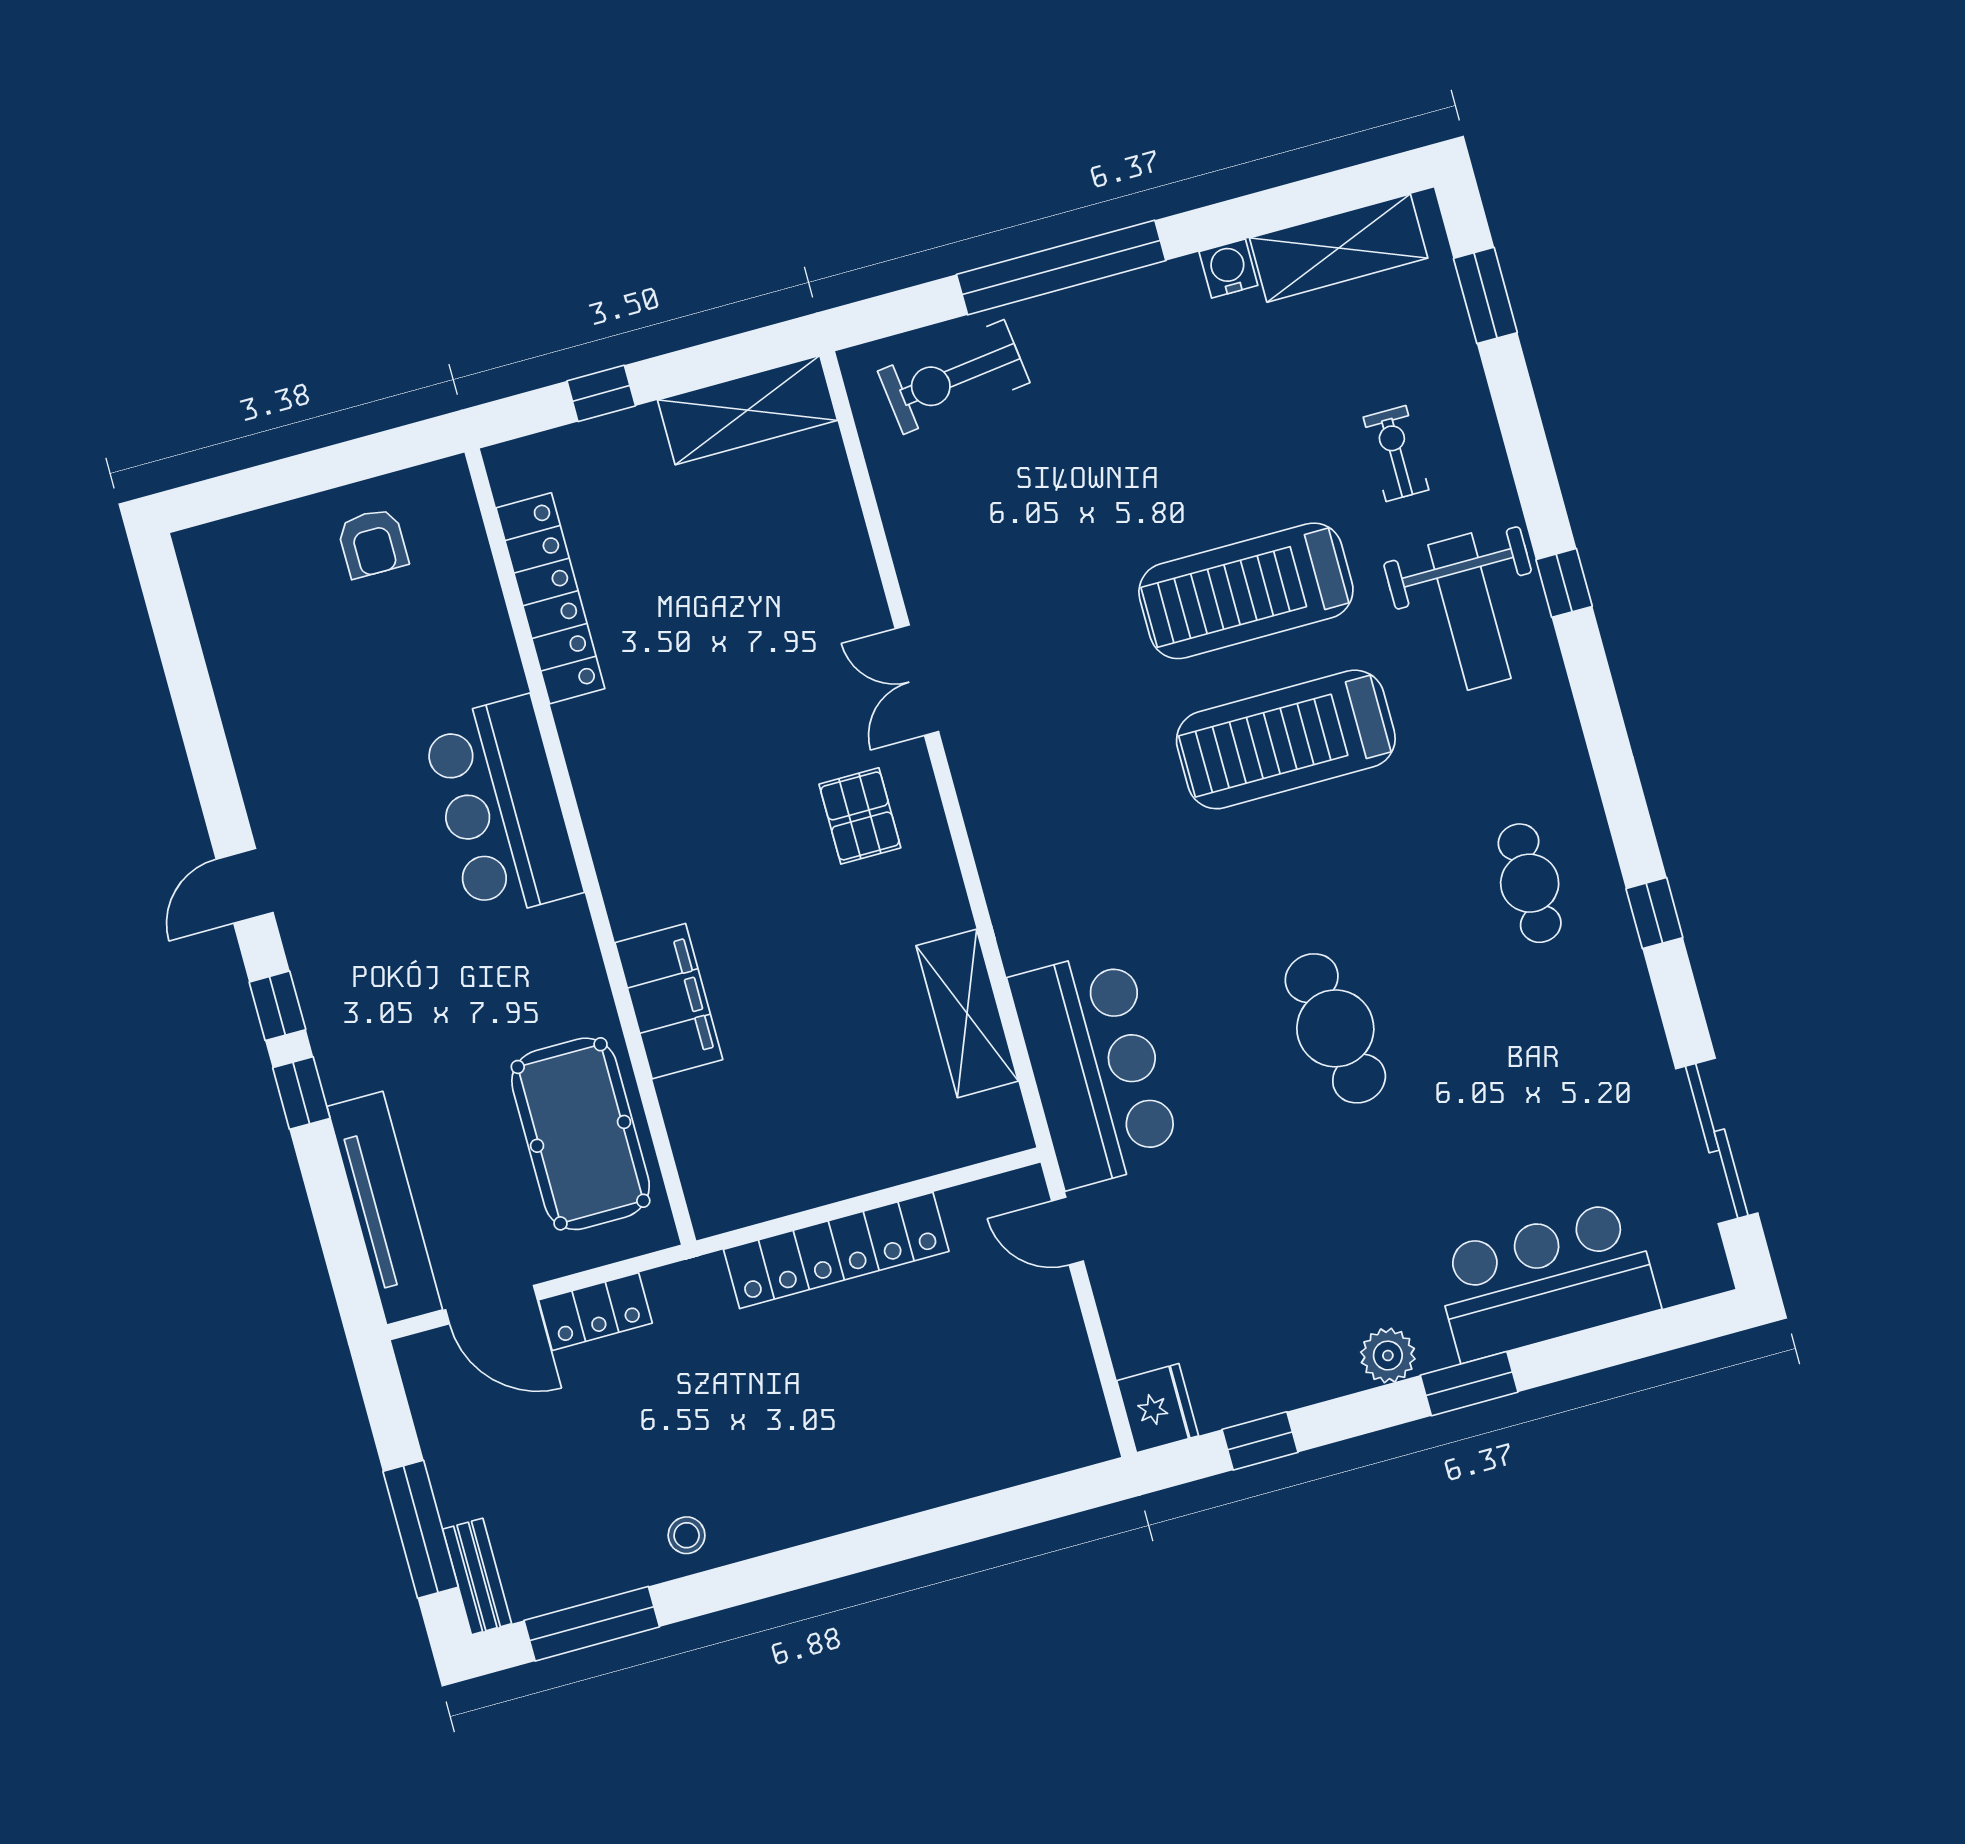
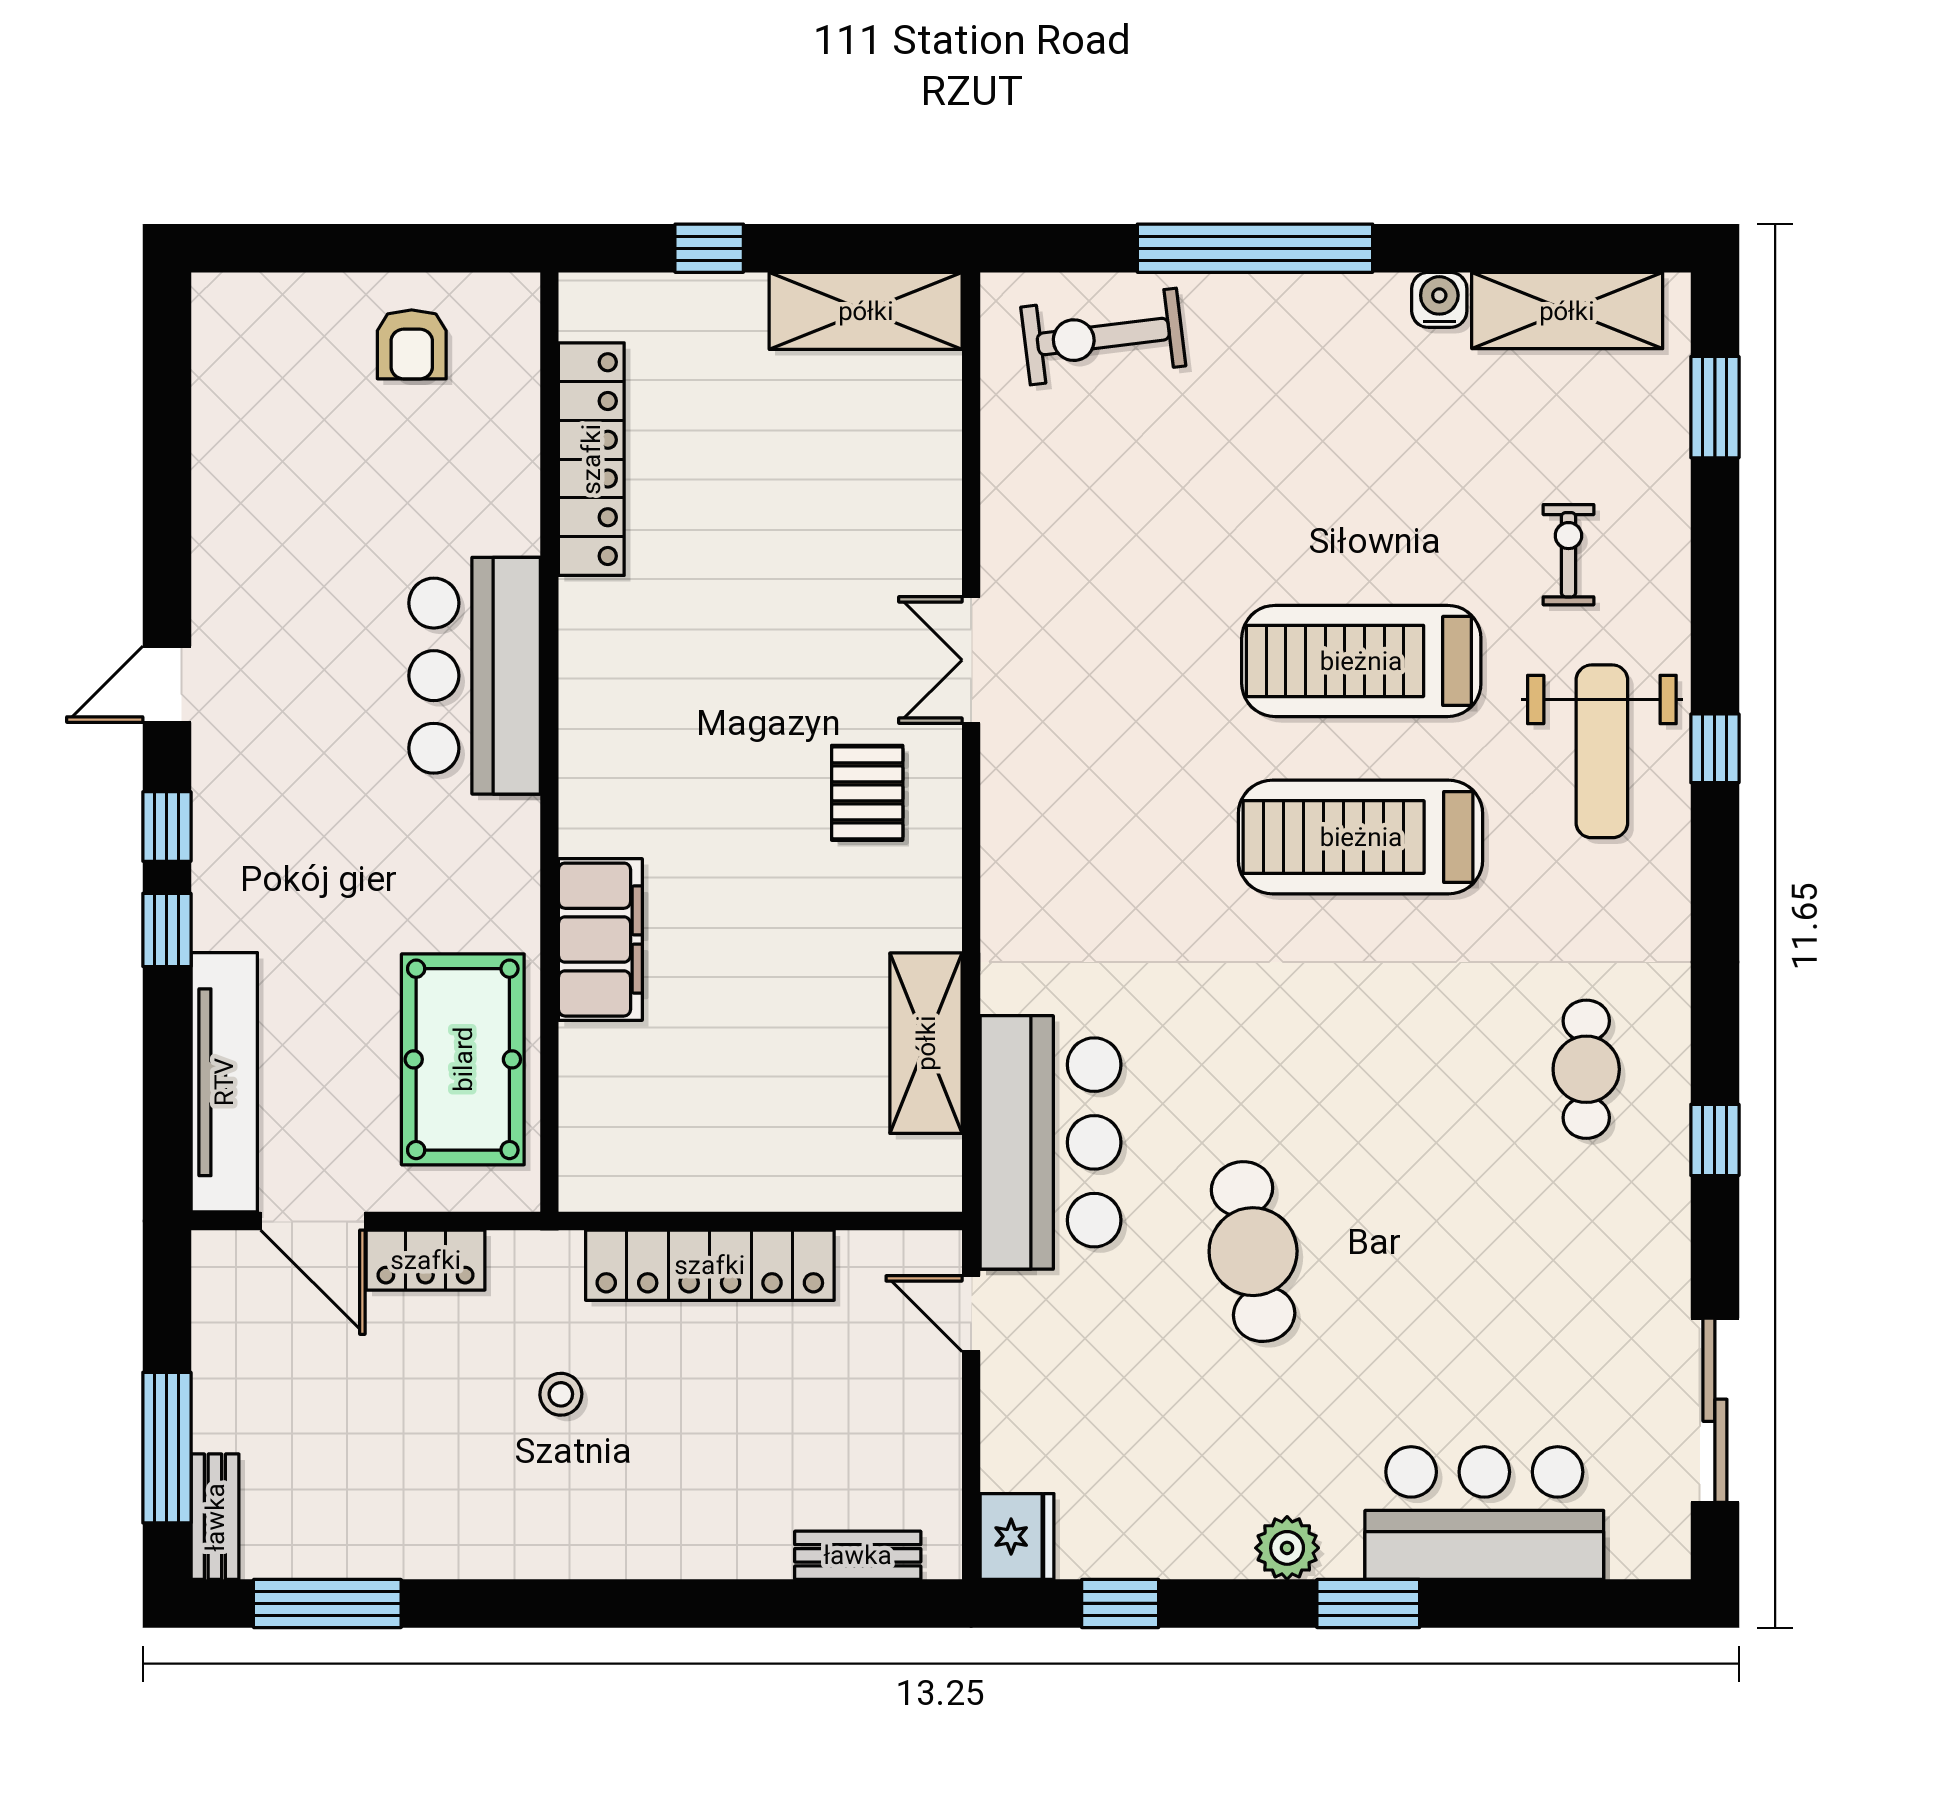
cafe table: (1335, 1028) -> (1253, 1252), moved
bench: (1028, 1461) -> (858, 1555), added
stool: (687, 1535) -> (561, 1394), moved

